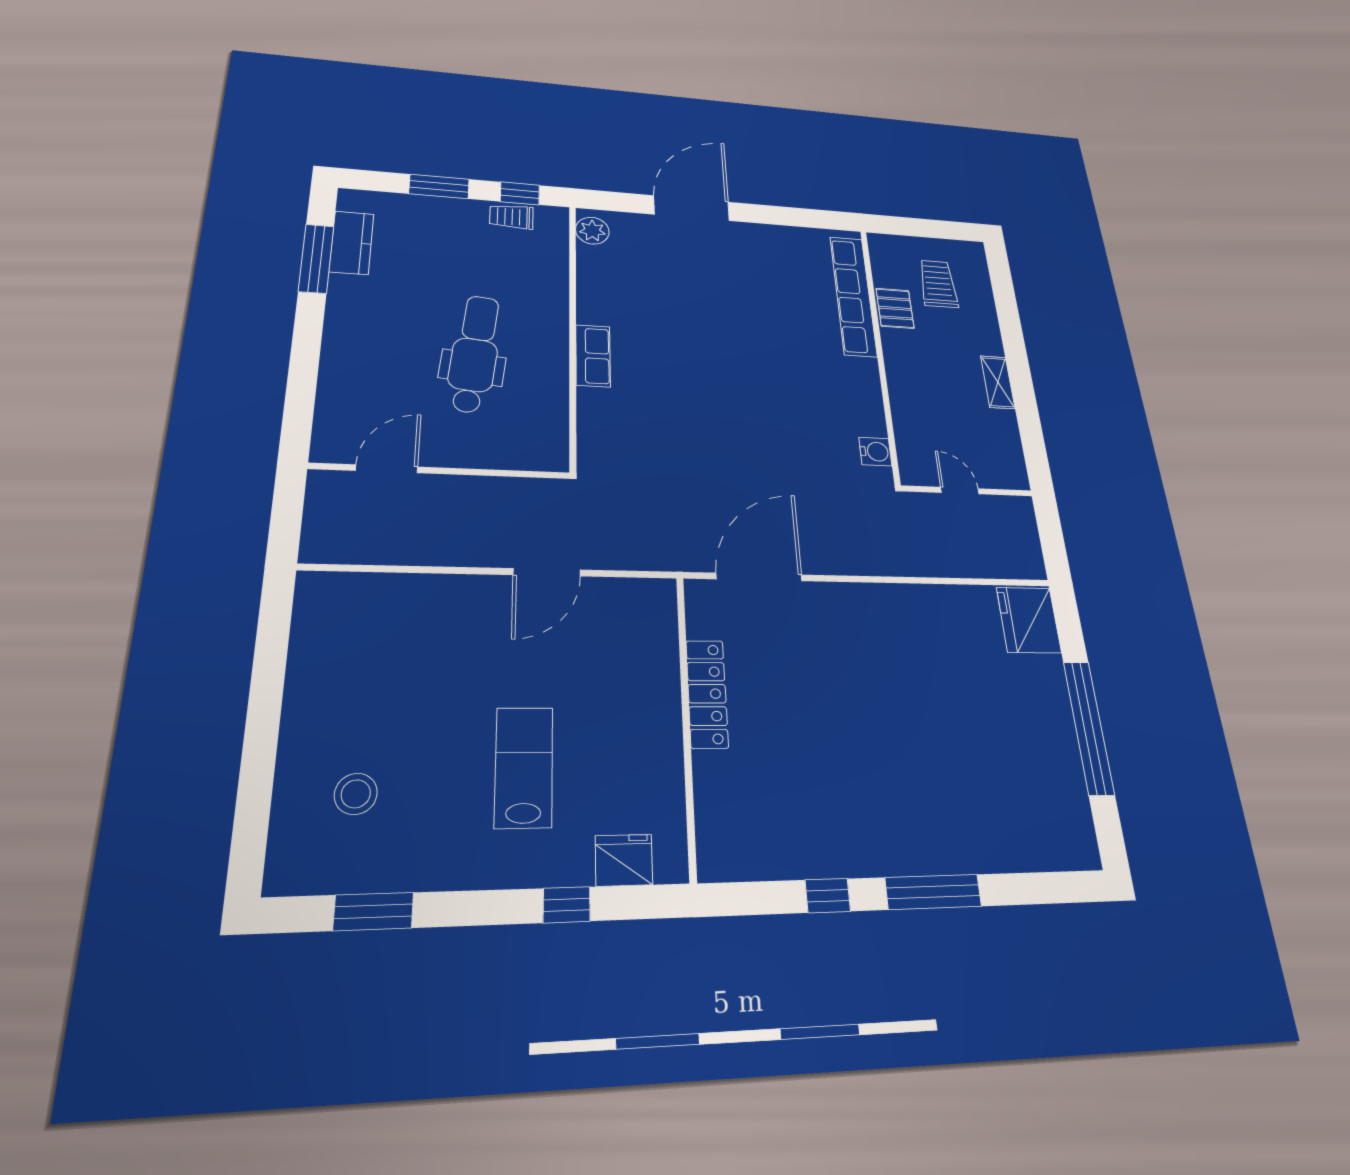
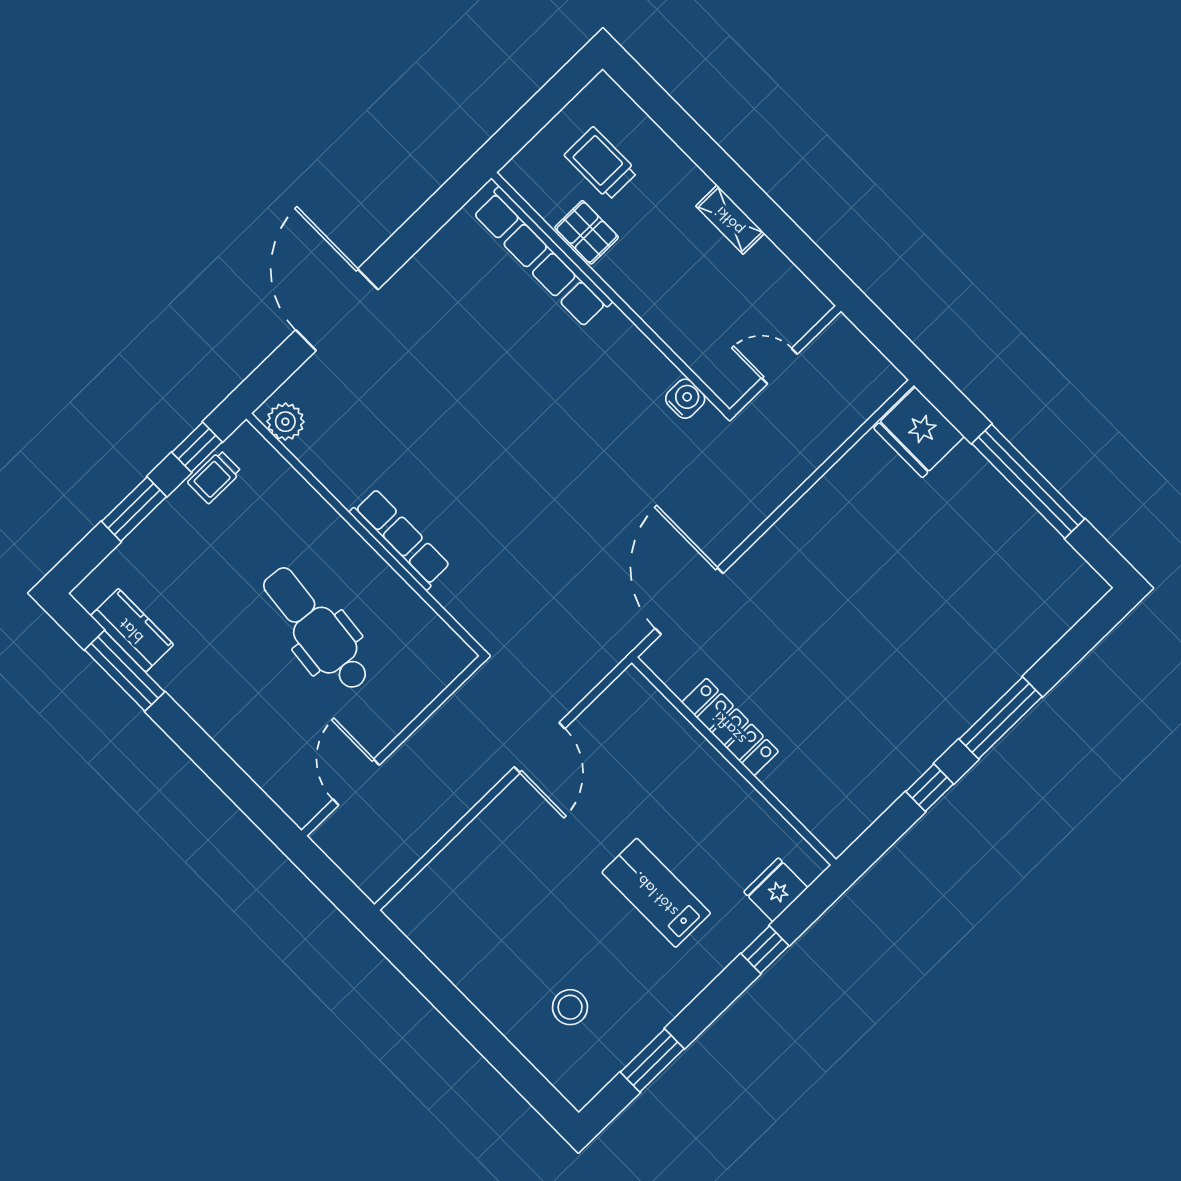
row of seats: (593, 356) -> (400, 539), width x1.48

